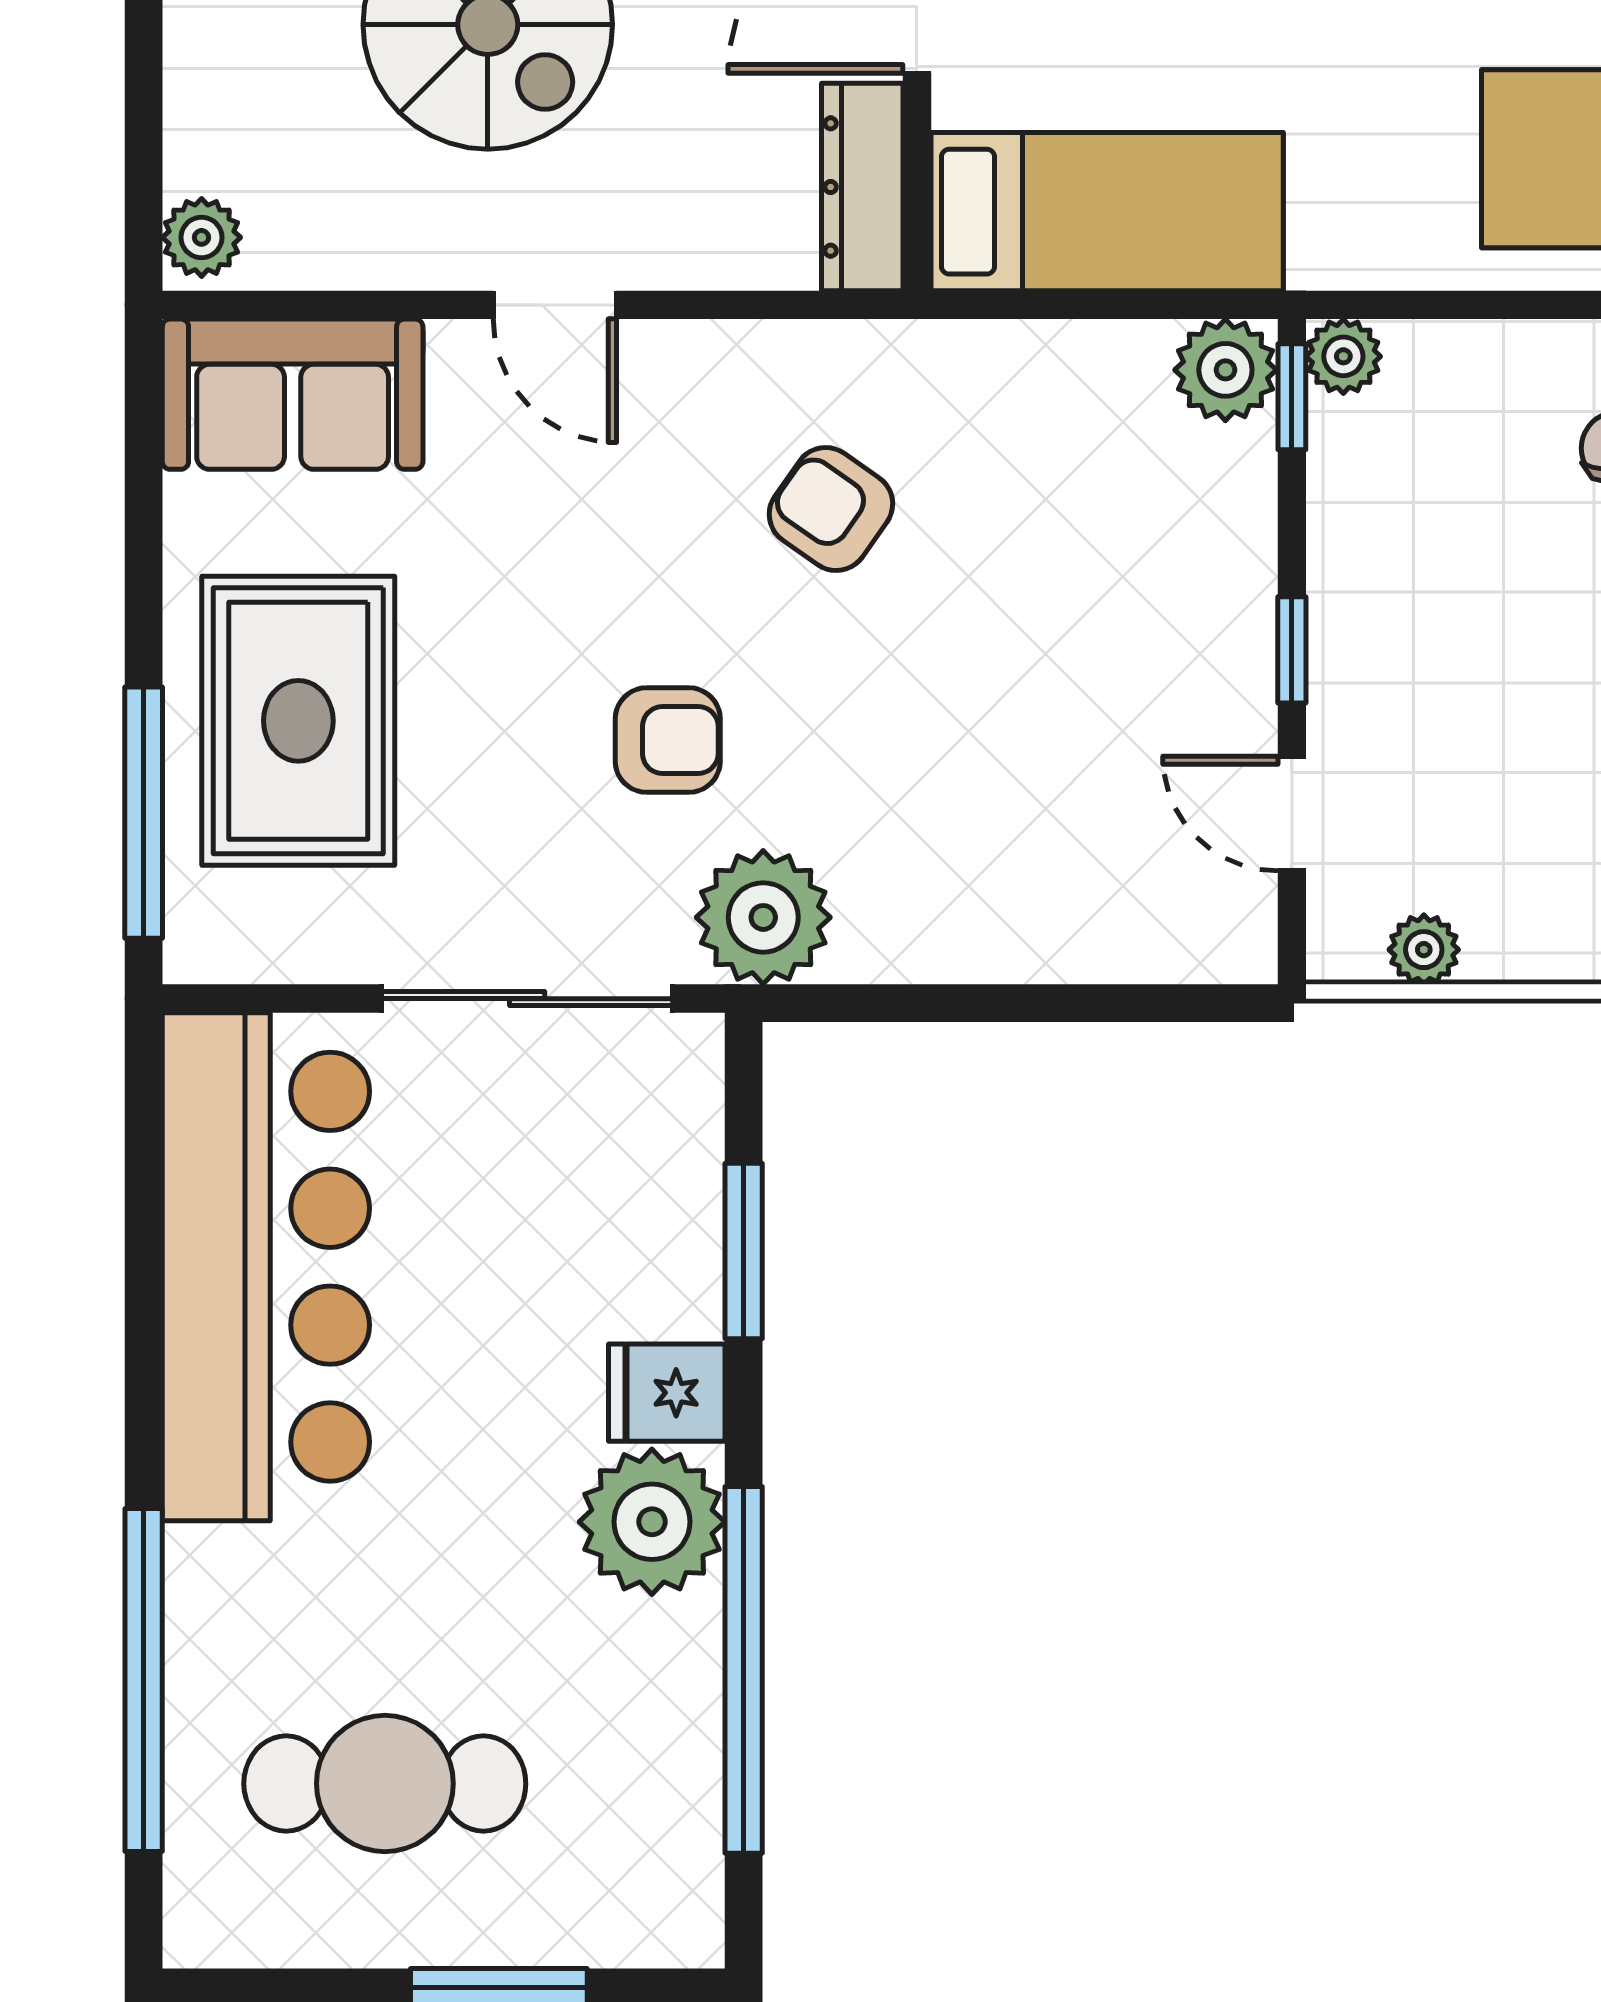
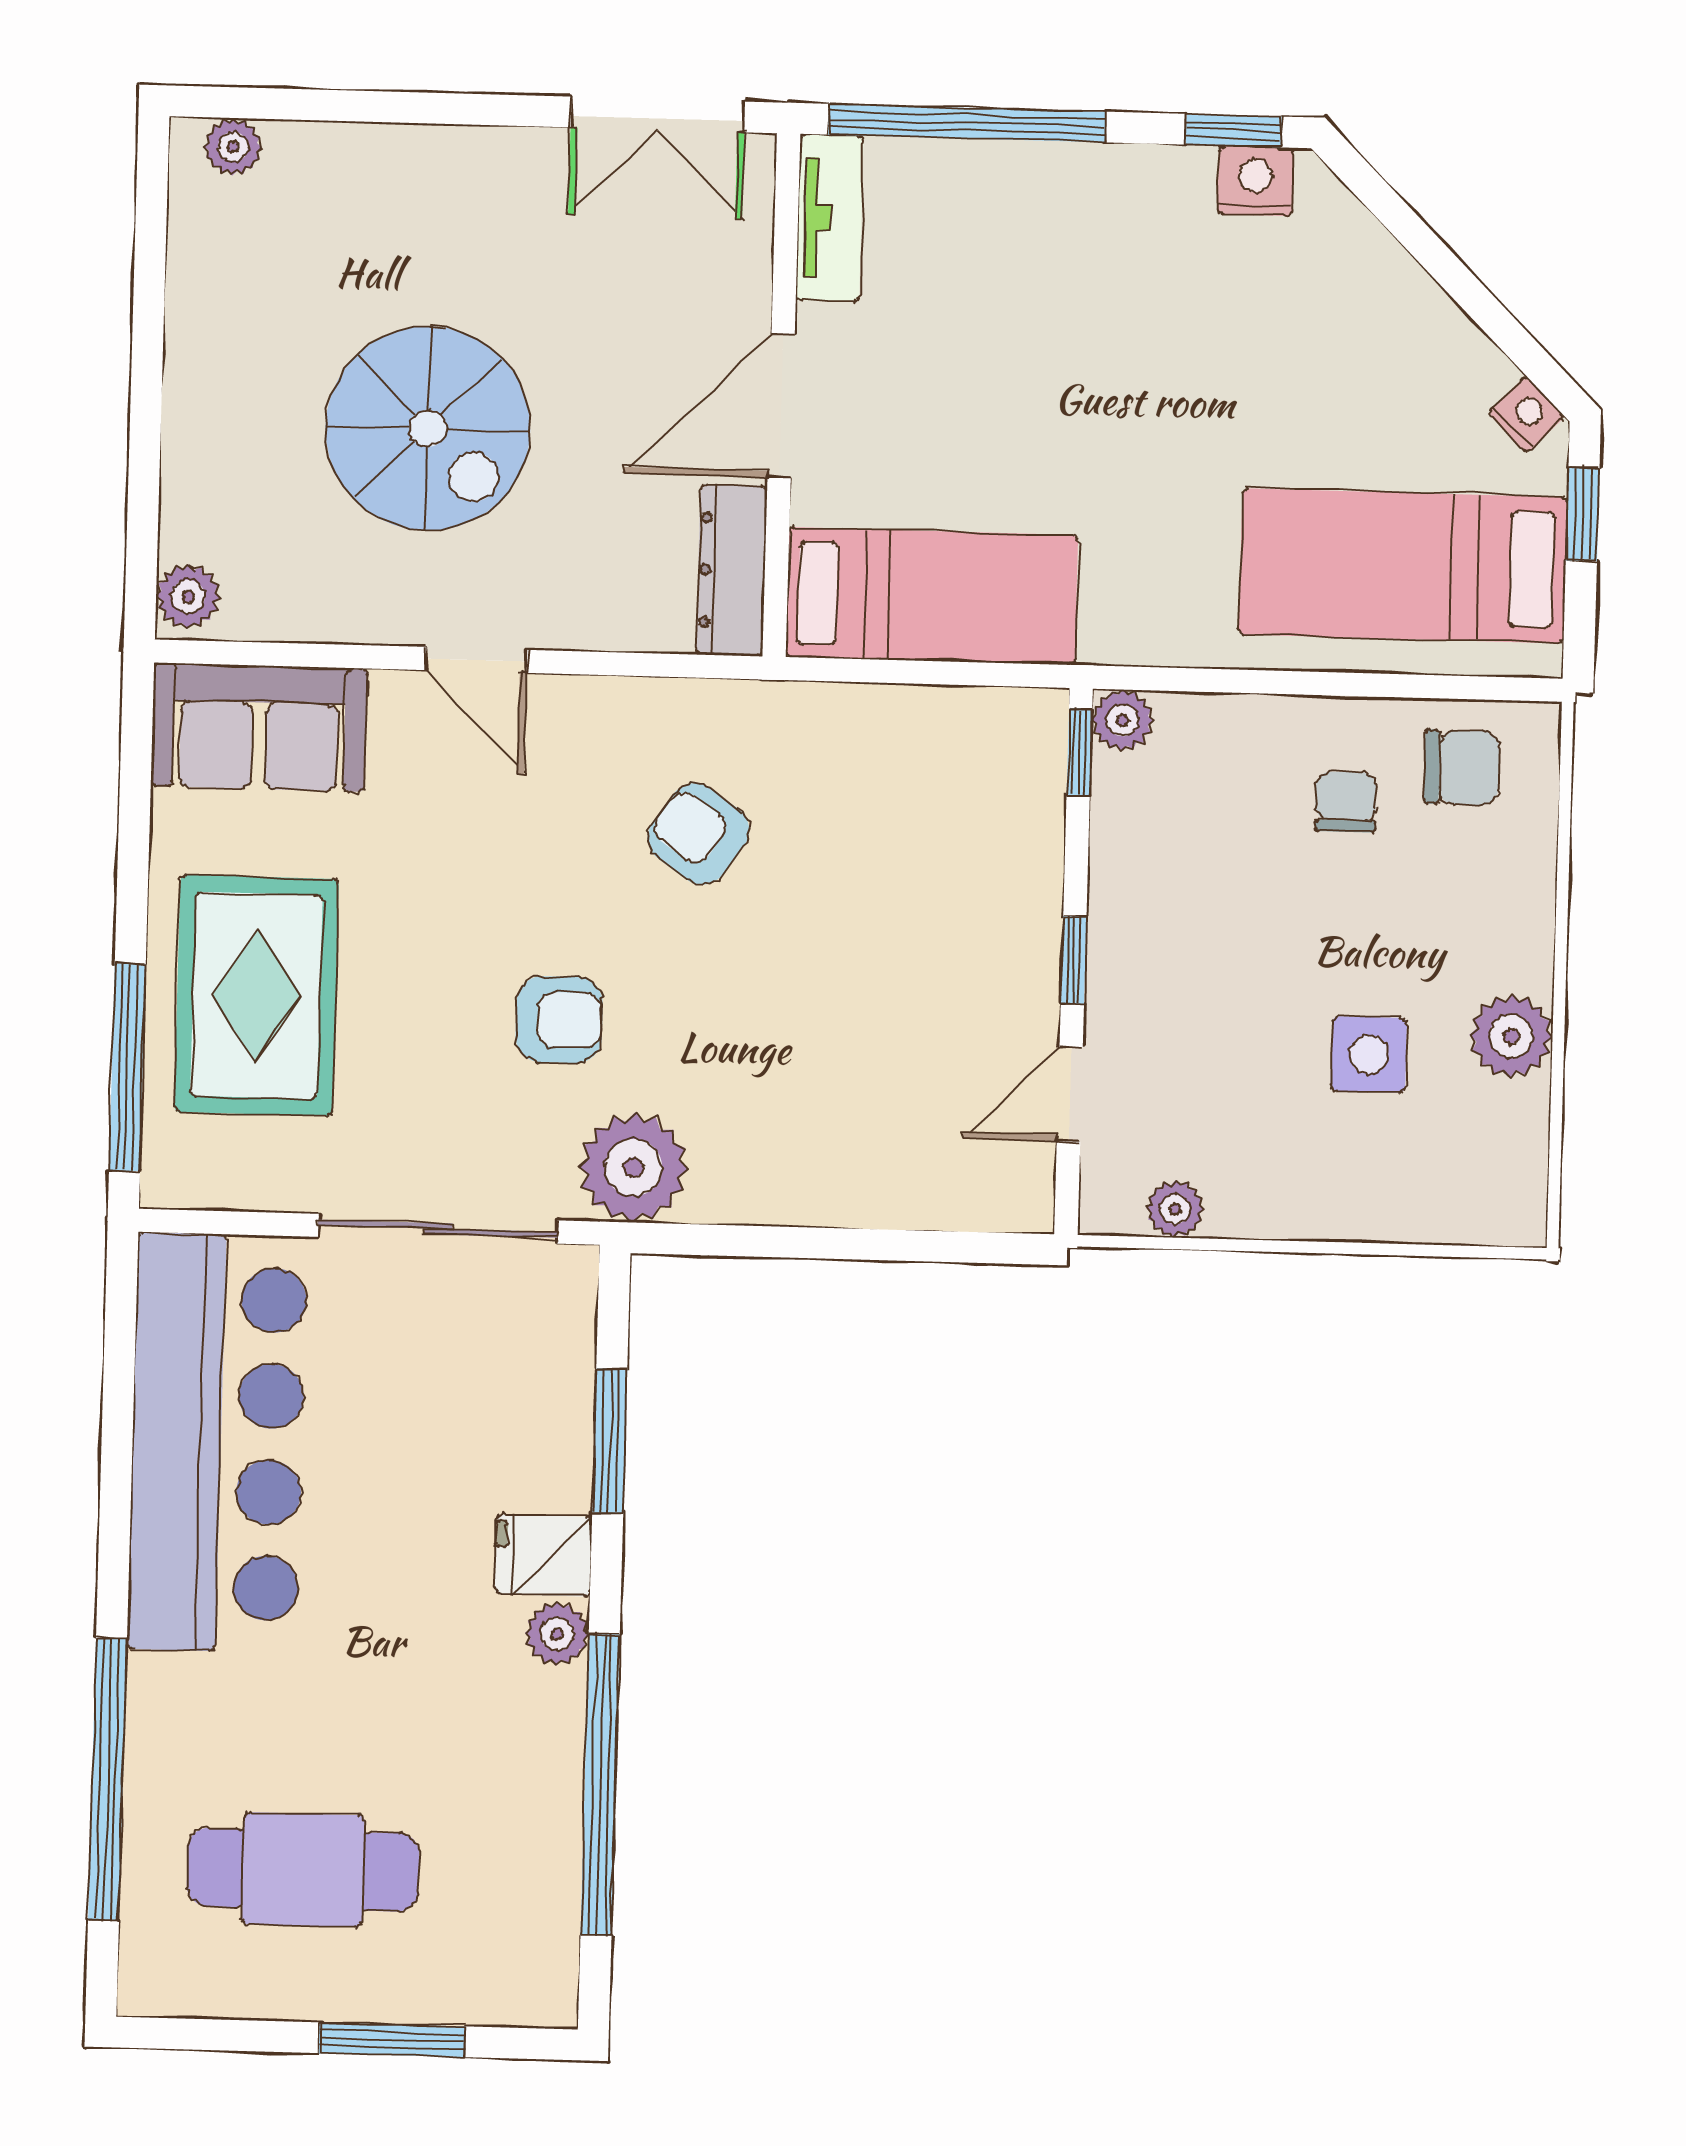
plant: (1225, 370) -> (1025, 729), removed
door: (1292, 813) -> (1070, 1094), hinge flipped
plant: (652, 1522) -> (557, 1634), width x0.53, depth x0.53

